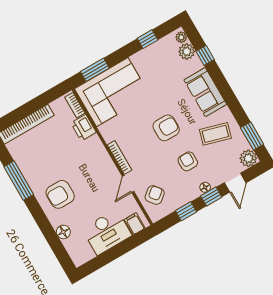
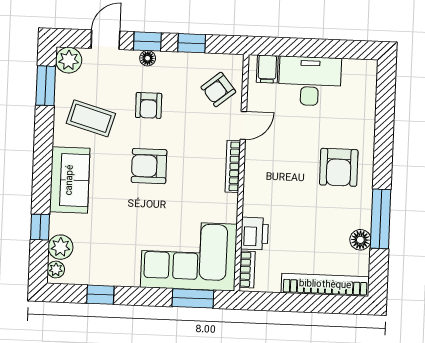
armchair: (60, 194) -> (339, 167), turned 90
floor lamp: (63, 232) -> (360, 240), moved

